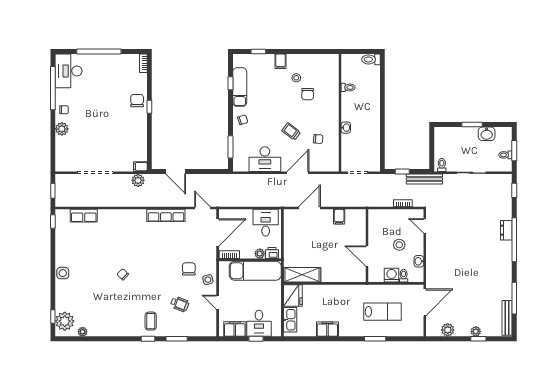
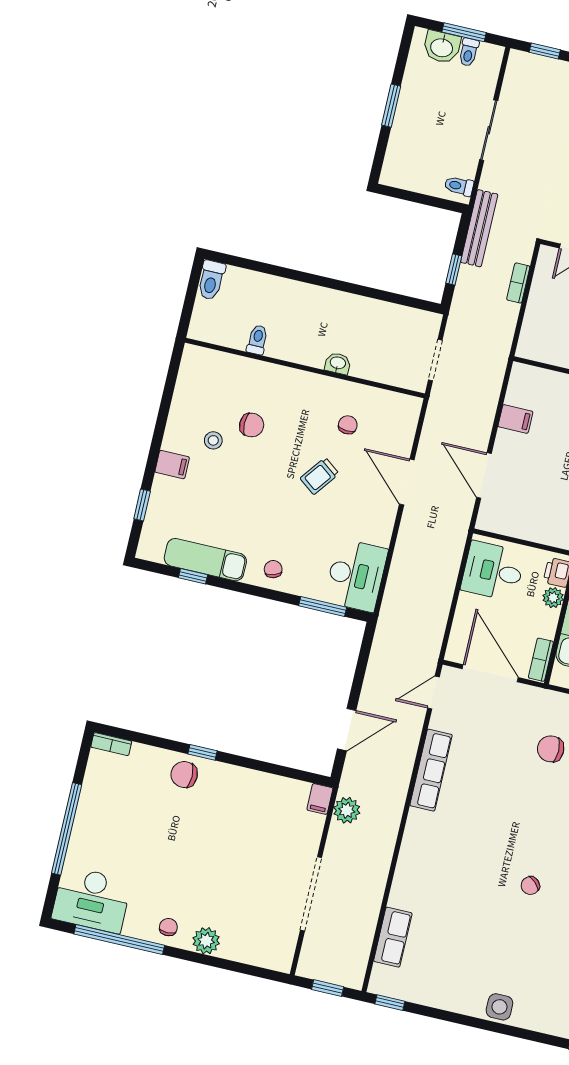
washbasin: (487, 134) -> (442, 47), moved, turned 90
desk: (265, 159) -> (356, 575), moved

